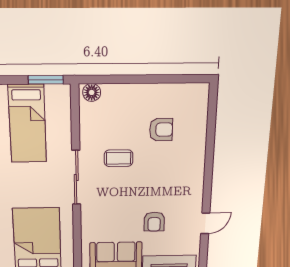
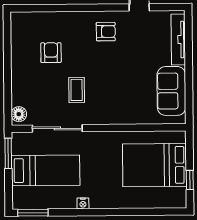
sliding door: (76, 178) -> (57, 128), moved
armchair: (154, 222) -> (106, 32), moved

